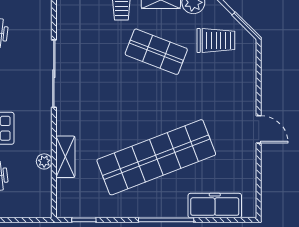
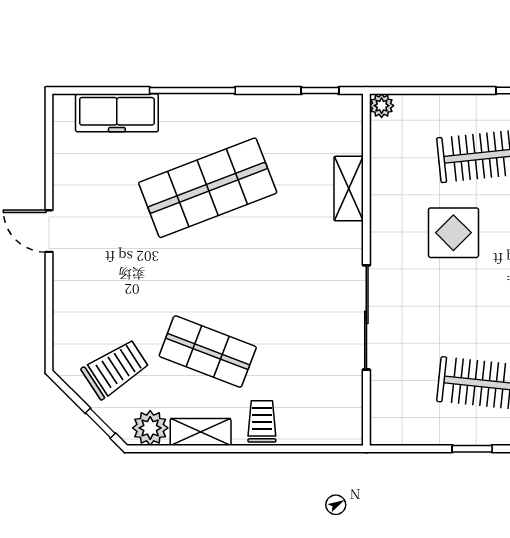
trolley: (216, 40) -> (115, 369), turned 147
shop shelf: (156, 157) -> (208, 188), width x0.71
plant: (44, 161) -> (382, 106), moved

